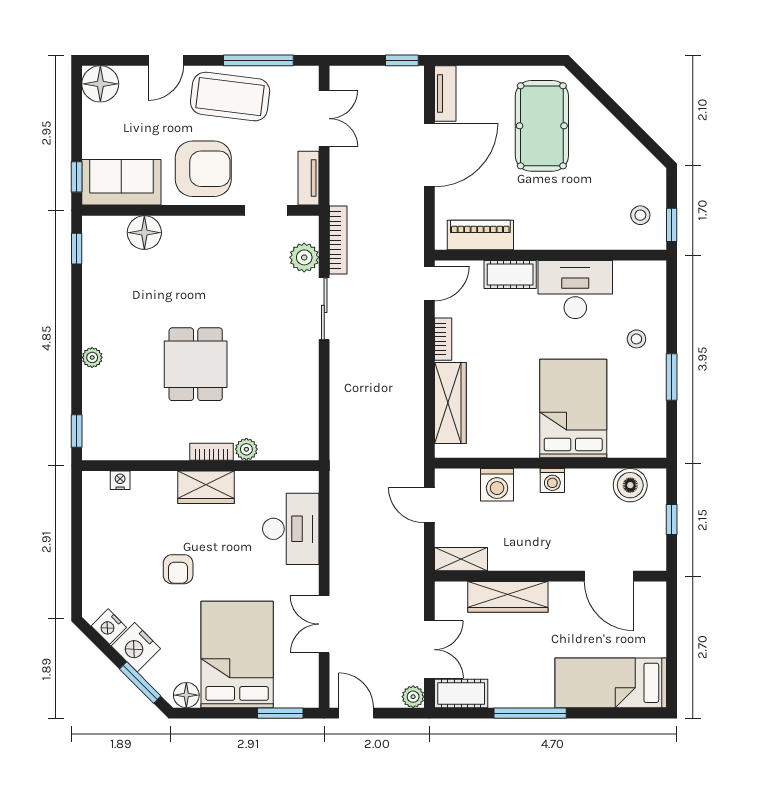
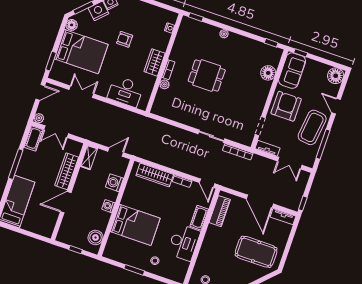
armchair: (203, 169) -> (286, 106), turned 180
plant: (304, 257) -> (235, 135), removed
door: (609, 576) -> (66, 202), moved

